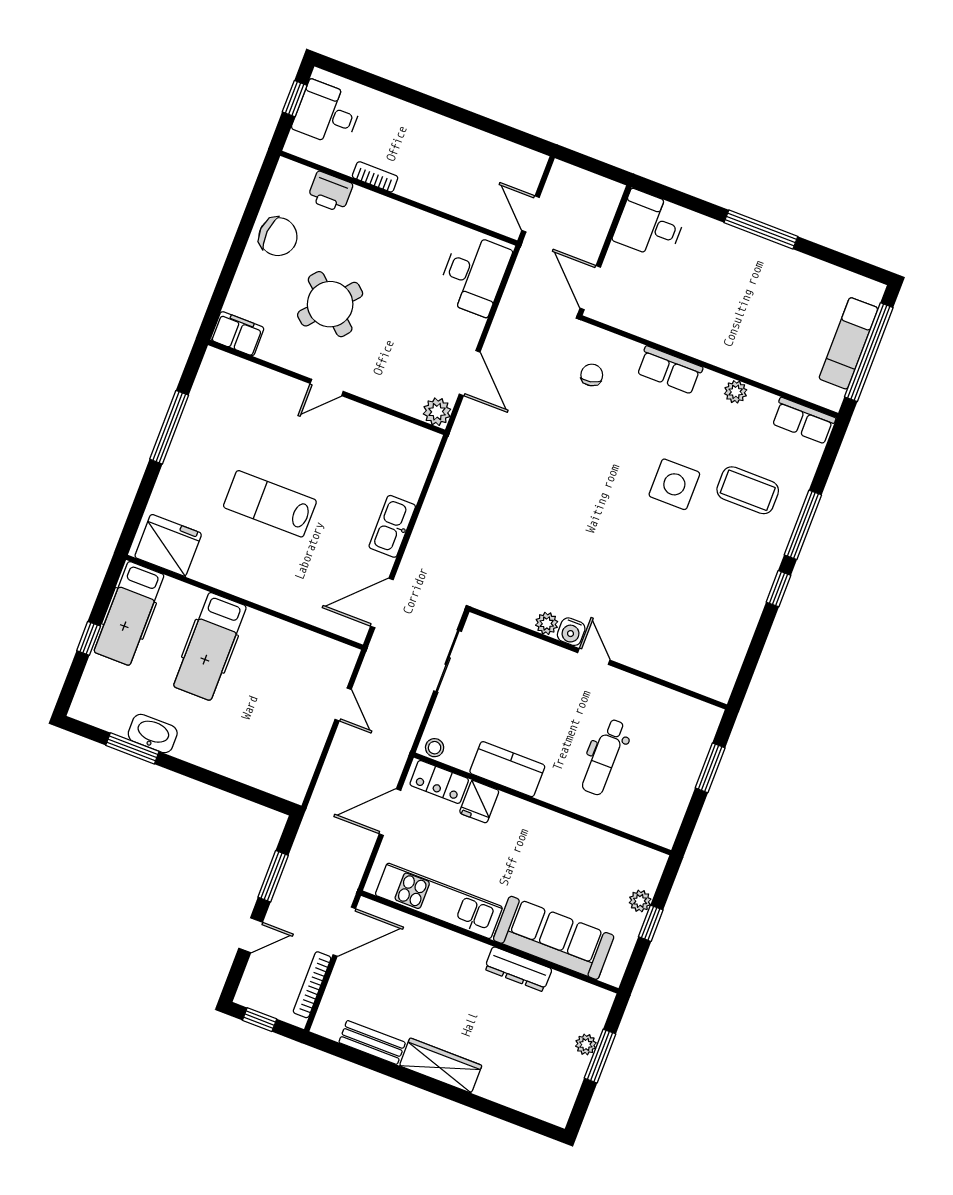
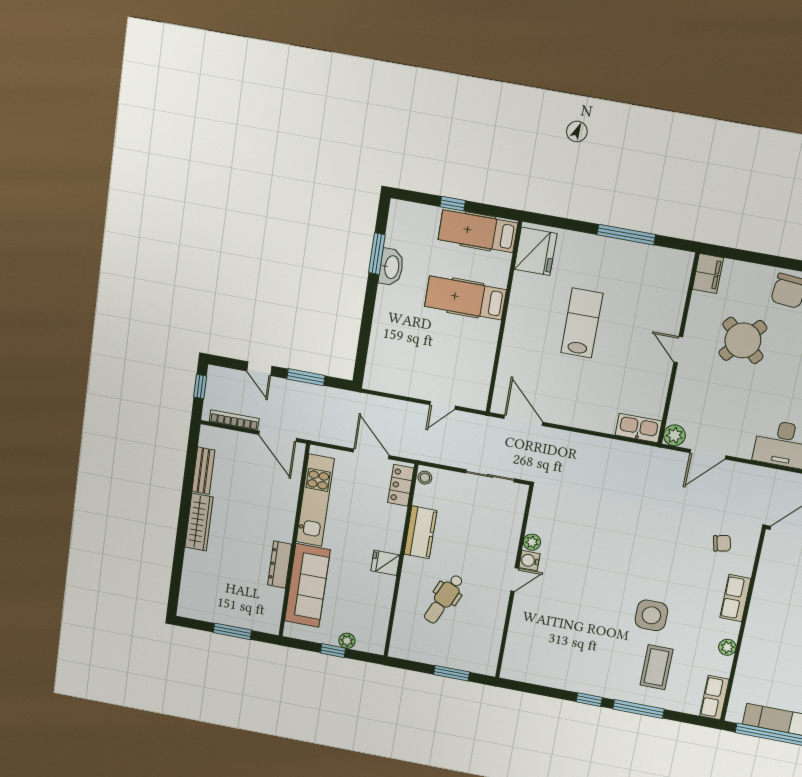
kitchen sink: (392, 526) -> (639, 428), moved
dental chair: (604, 757) -> (444, 599), turned -66
fridge: (479, 802) -> (385, 563), moved
plant: (586, 1044) -> (238, 620), removed

